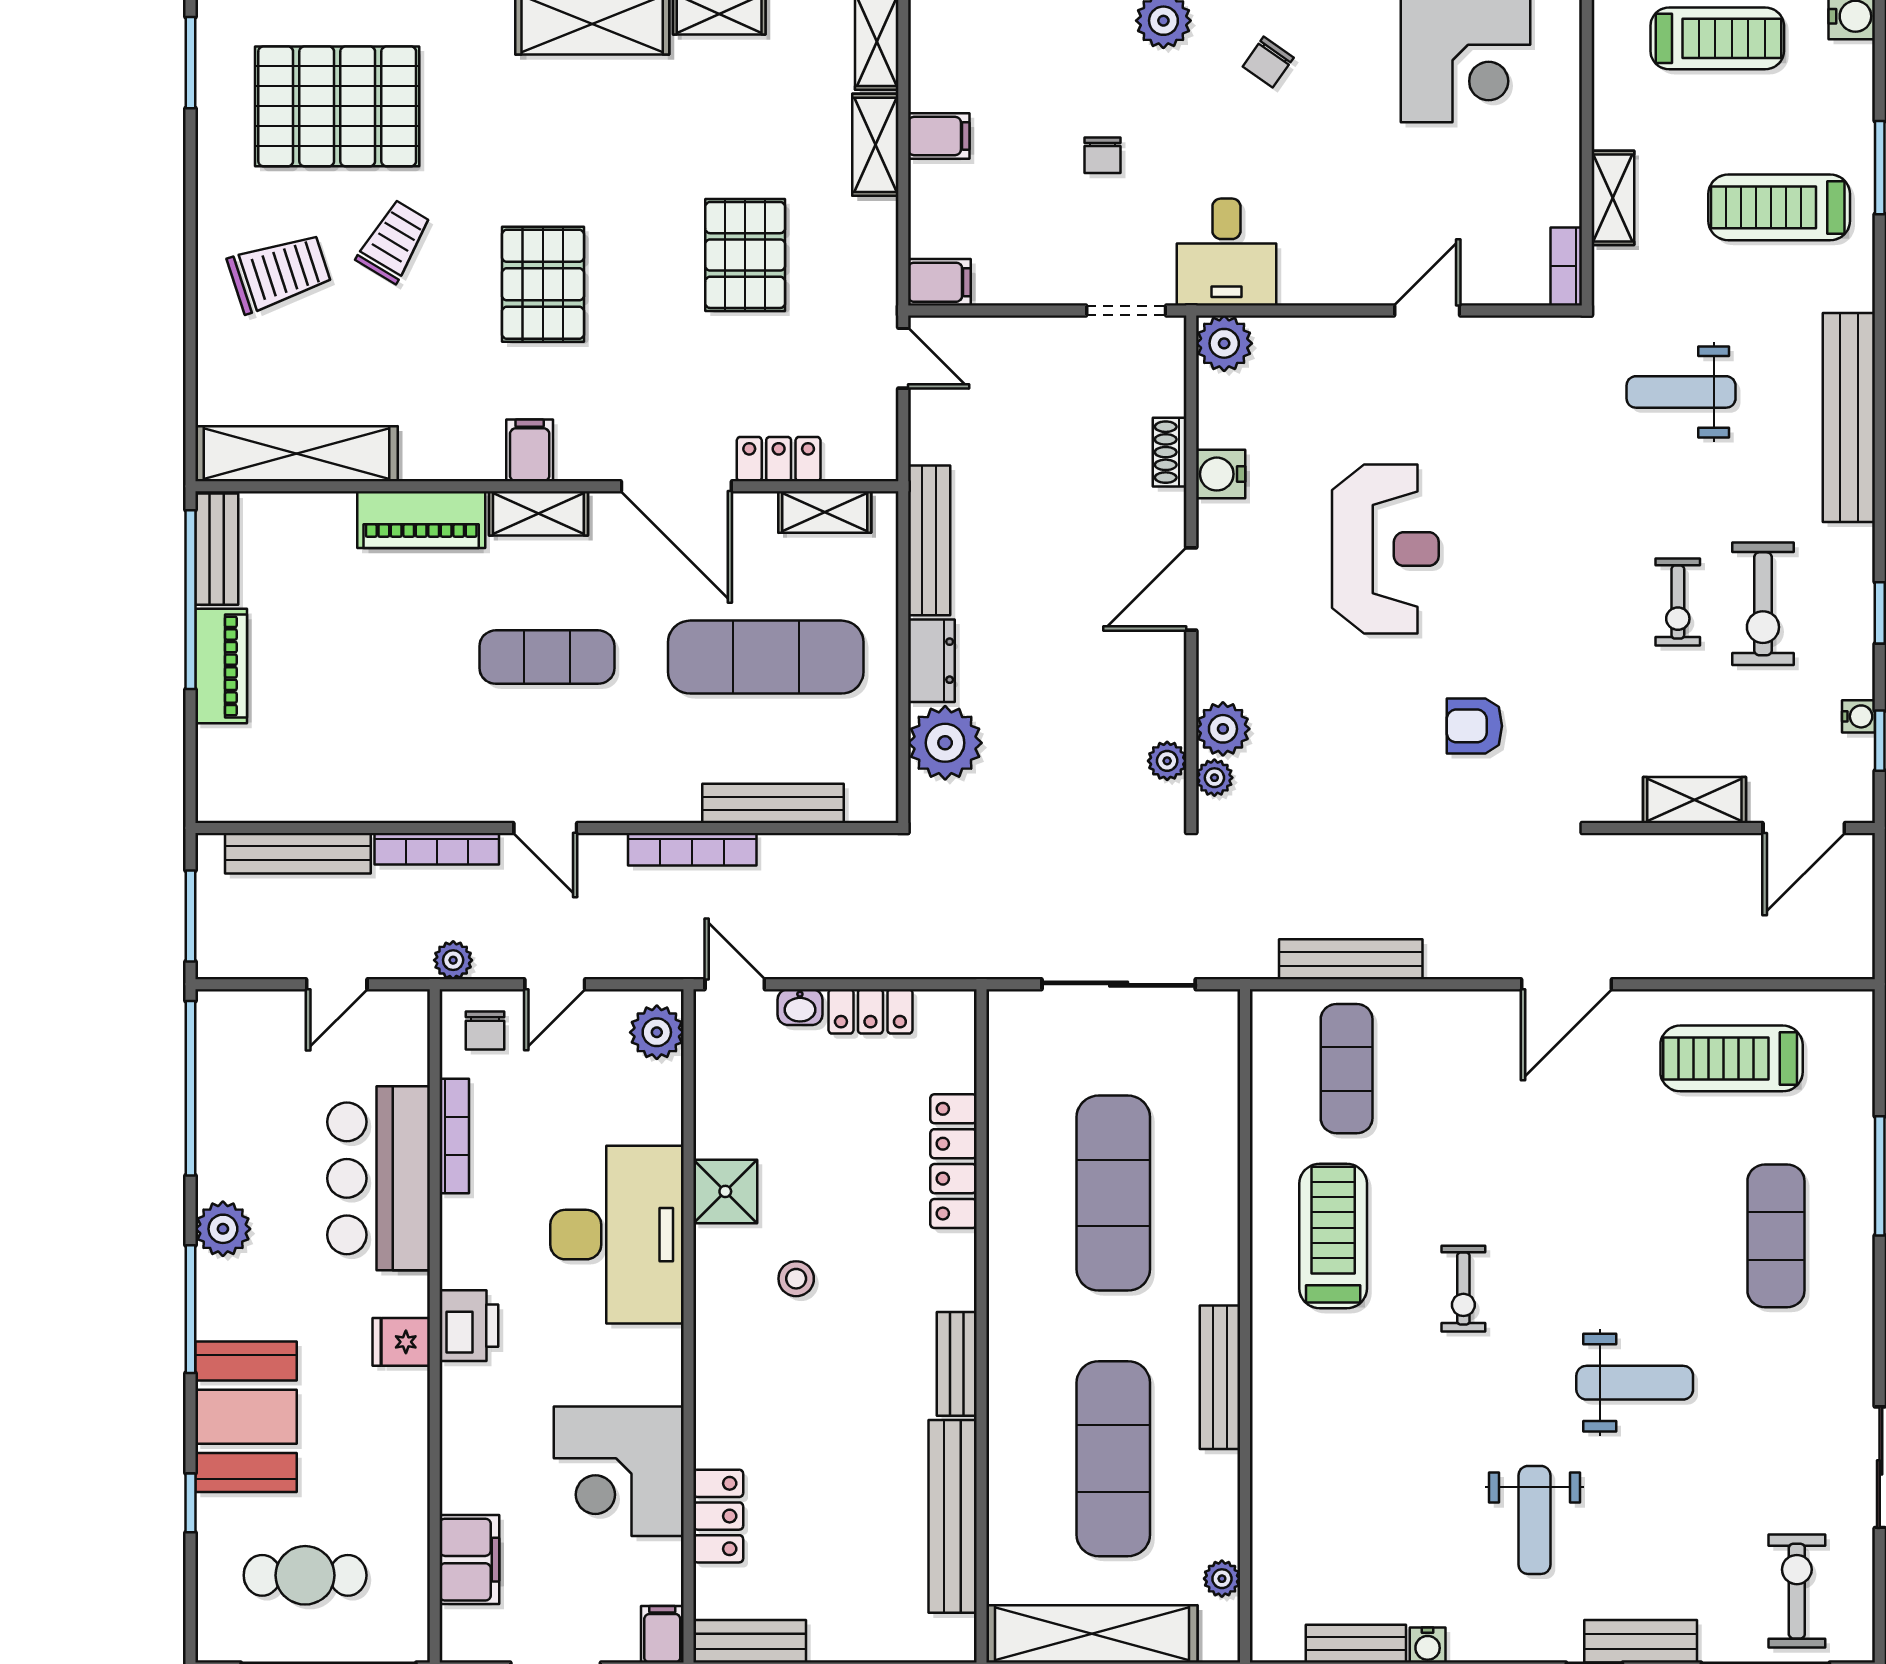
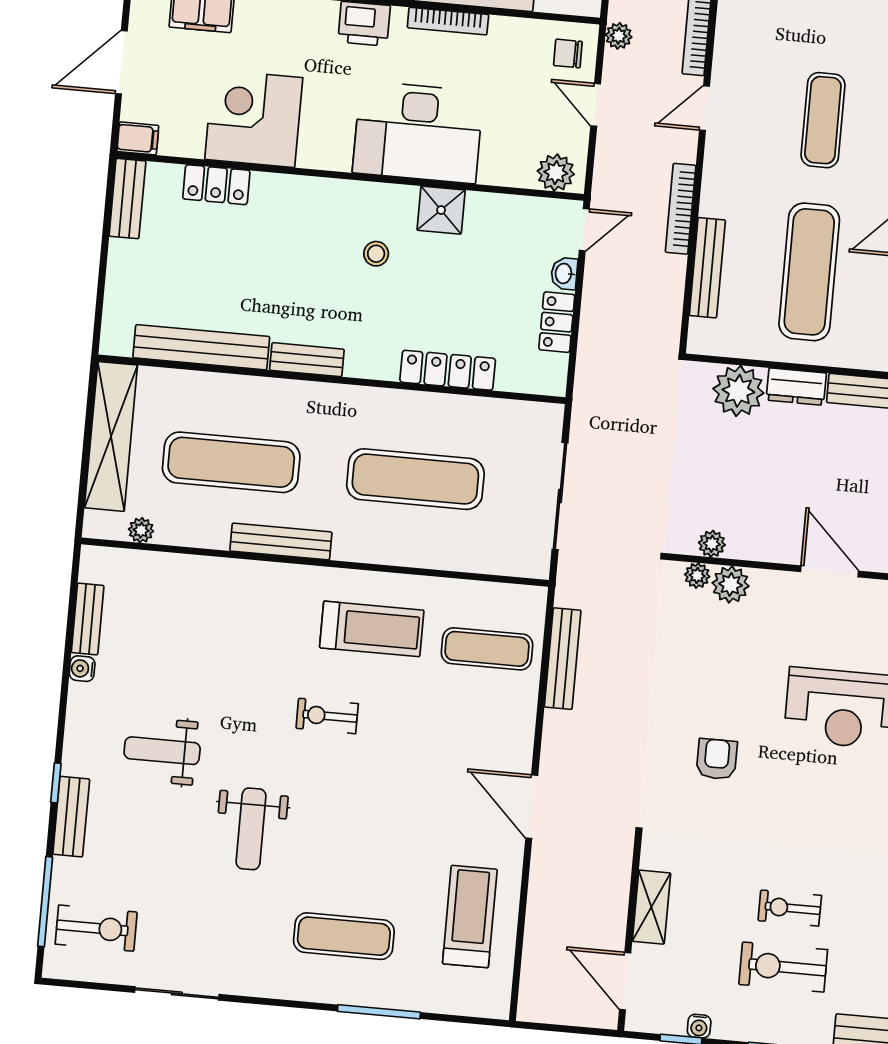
bookcase: (454, 1136) -> (448, 21), moved

